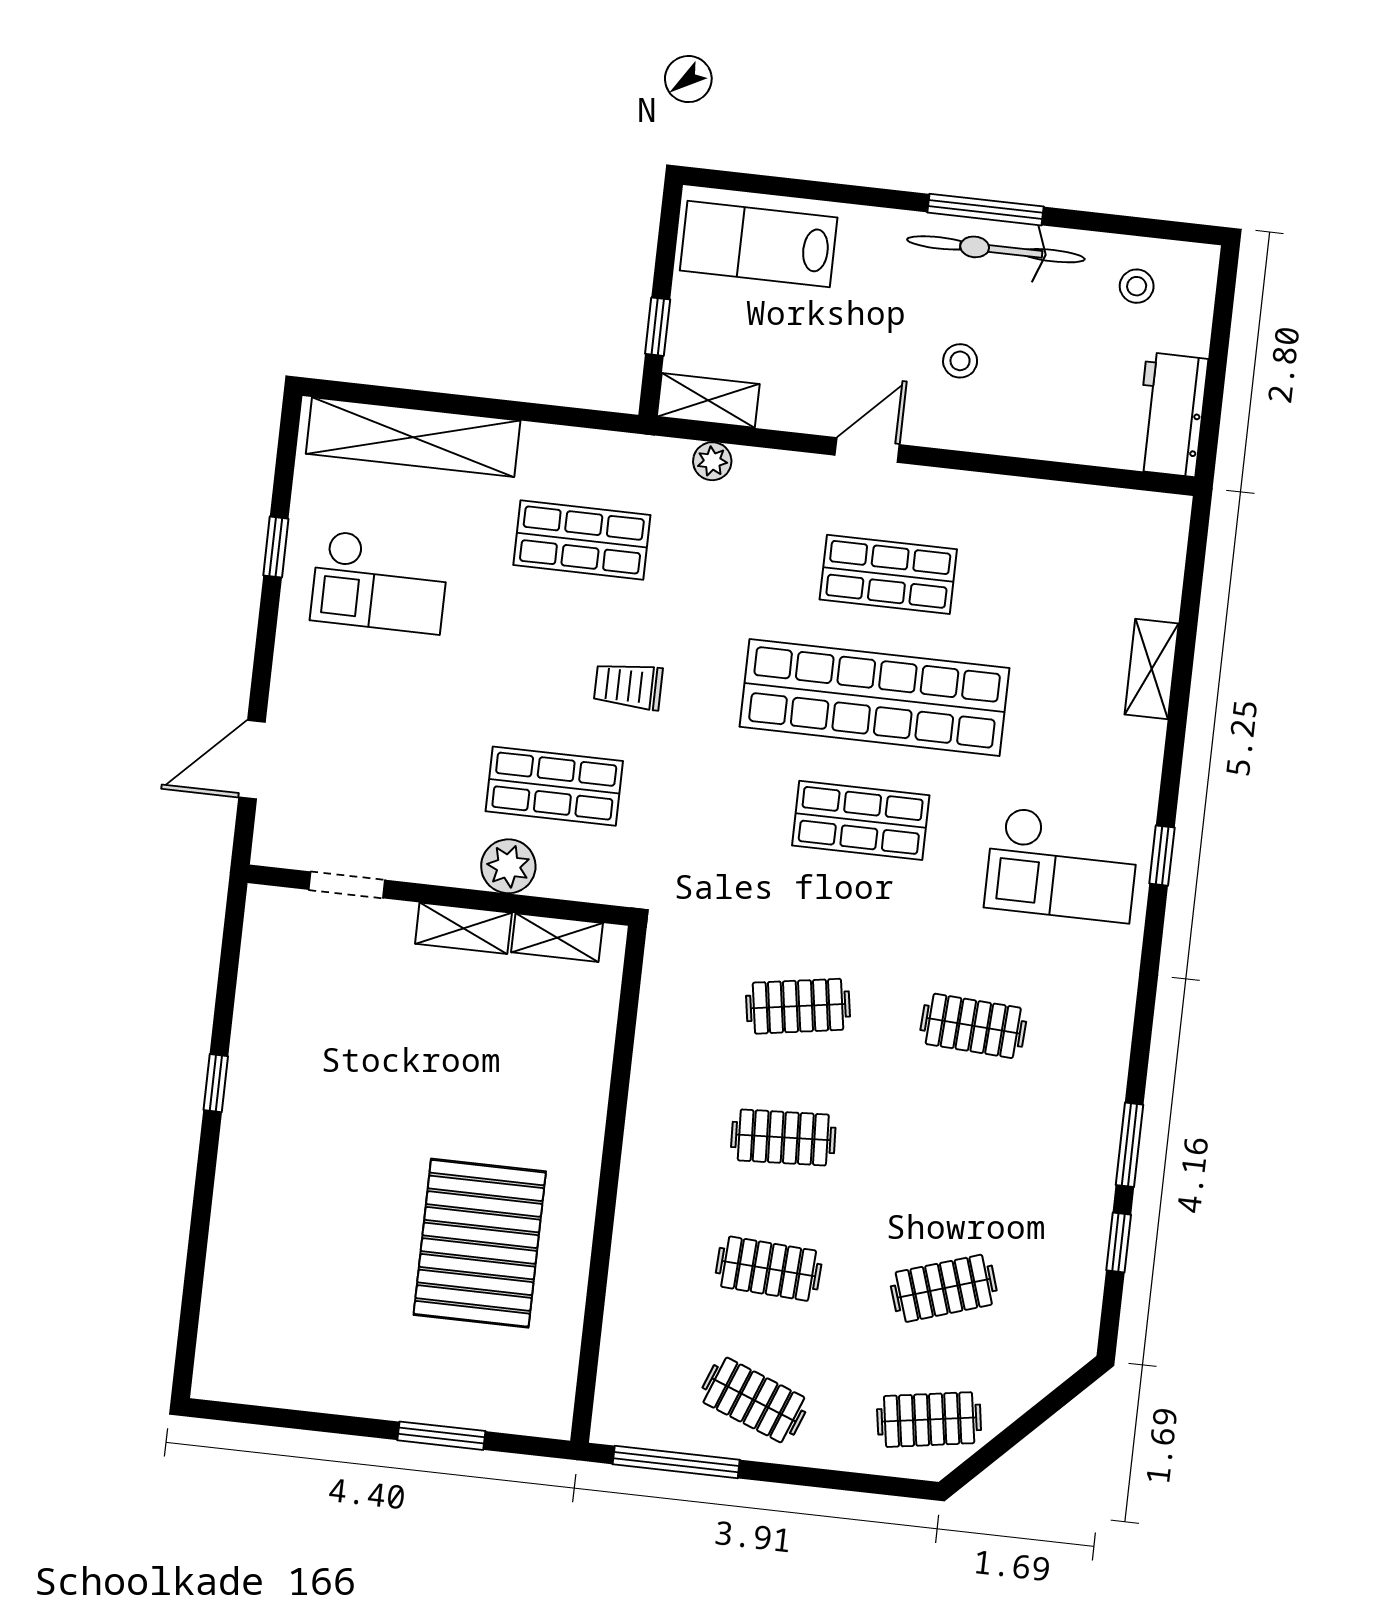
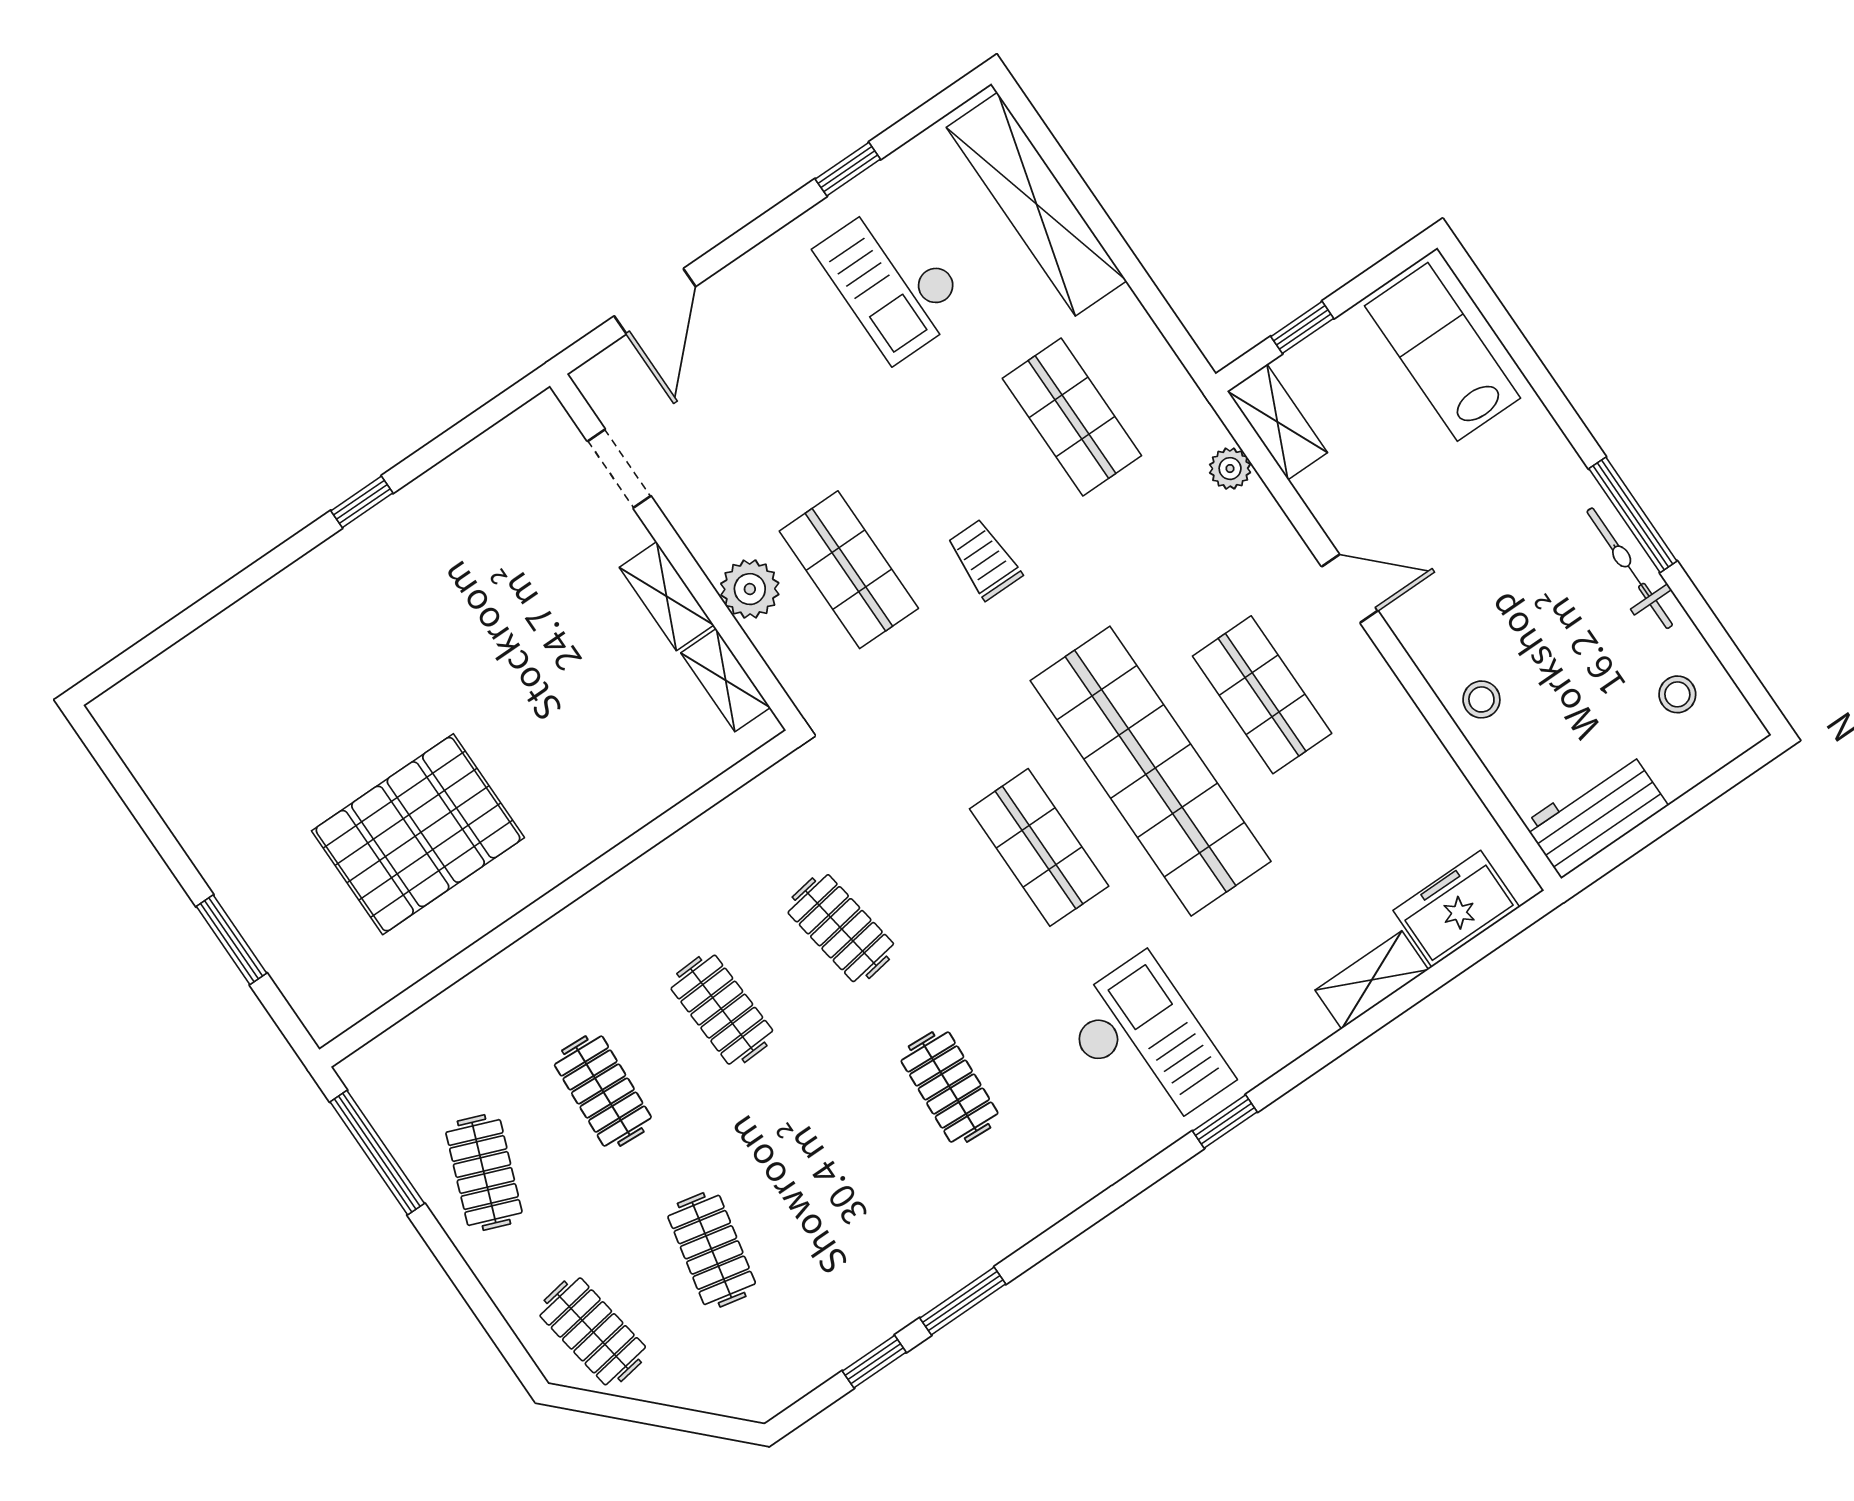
bicycle: (996, 249) -> (1630, 568), width x0.73, depth x0.71
stool: (960, 361) -> (1481, 699), moved
freezer: (1153, 568) -> (1456, 909), added
door: (252, 760) -> (655, 301), swing flipped
checkout: (1062, 865) -> (1146, 1045), turned 180
clothes rail: (944, 1288) -> (712, 1250), turned 30

